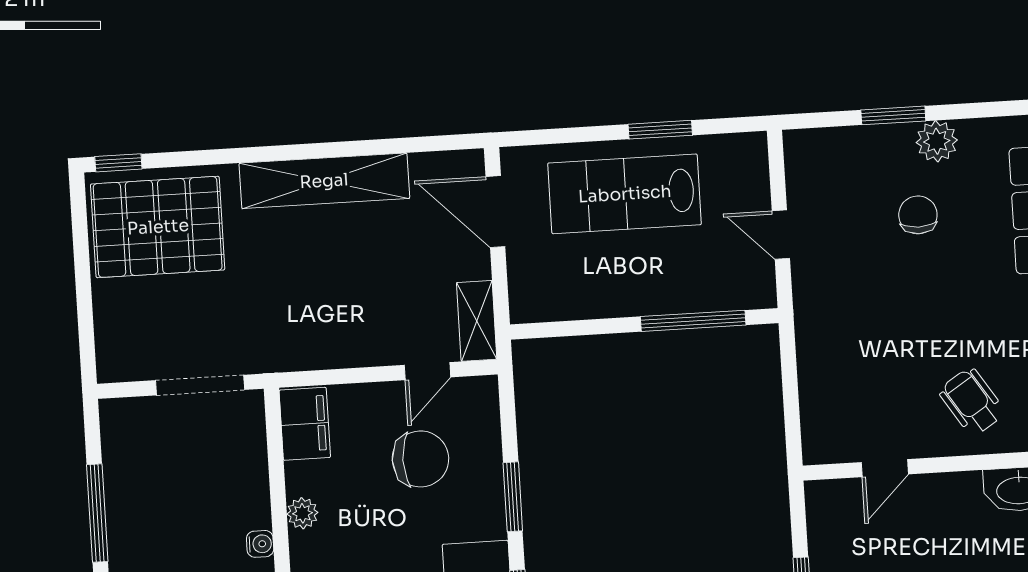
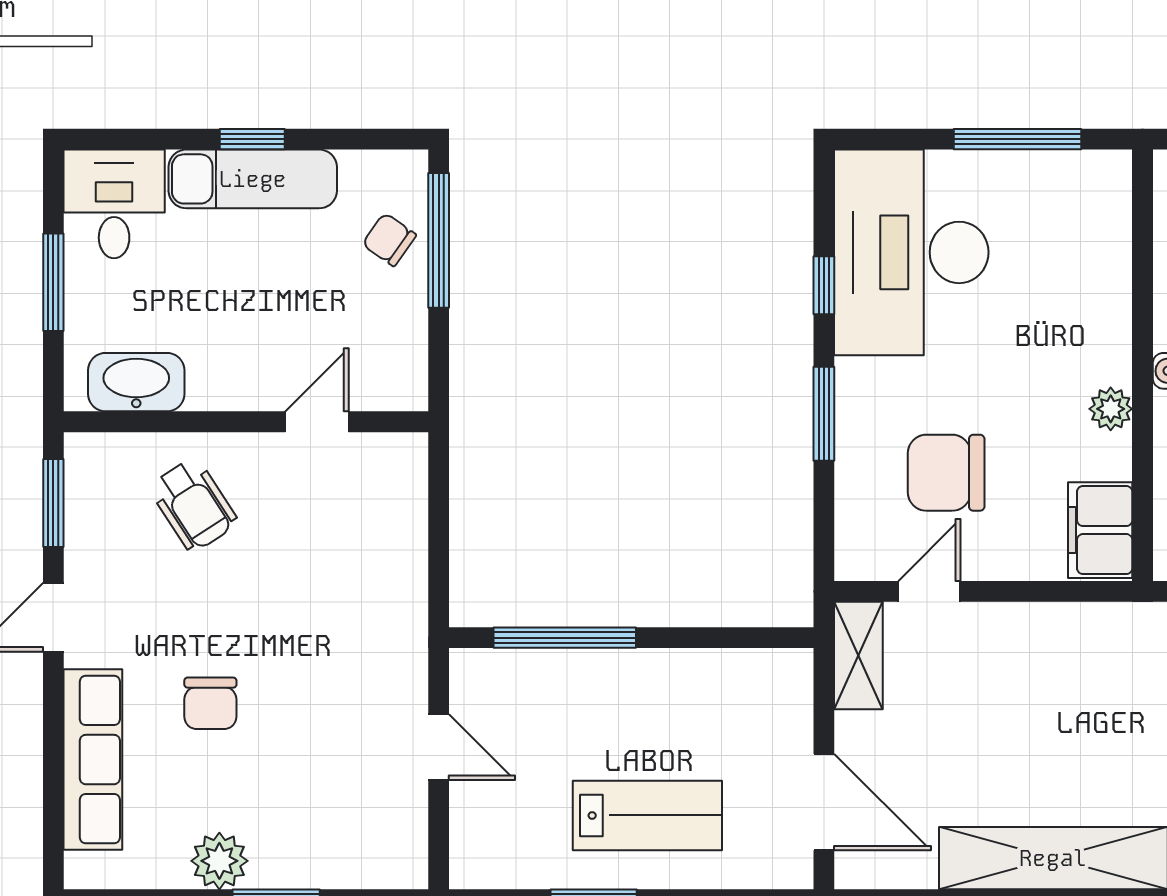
lab bench: (625, 194) -> (647, 815), width x0.73, depth x0.72
chair: (918, 215) -> (210, 703), moved

